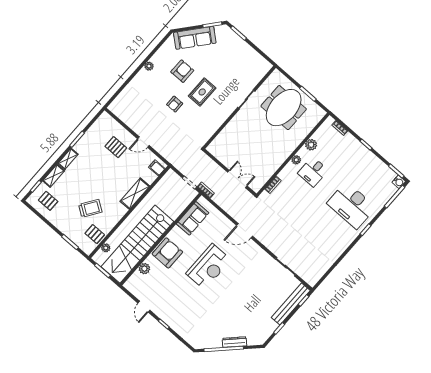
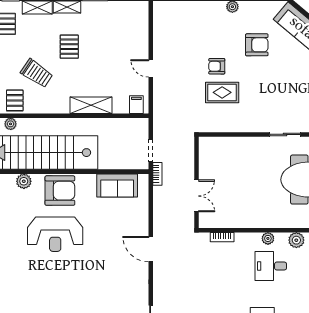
rug: (202, 92) -> (222, 92), moved
pallet: (116, 147) -> (69, 47), moved
reception desk: (208, 267) -> (55, 234), moved

